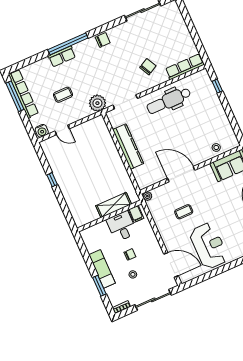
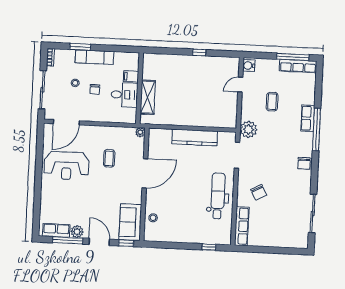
row of seats: (23, 94) -> (298, 66), width x0.73
filing cabinet: (136, 214) -> (131, 76), moved

